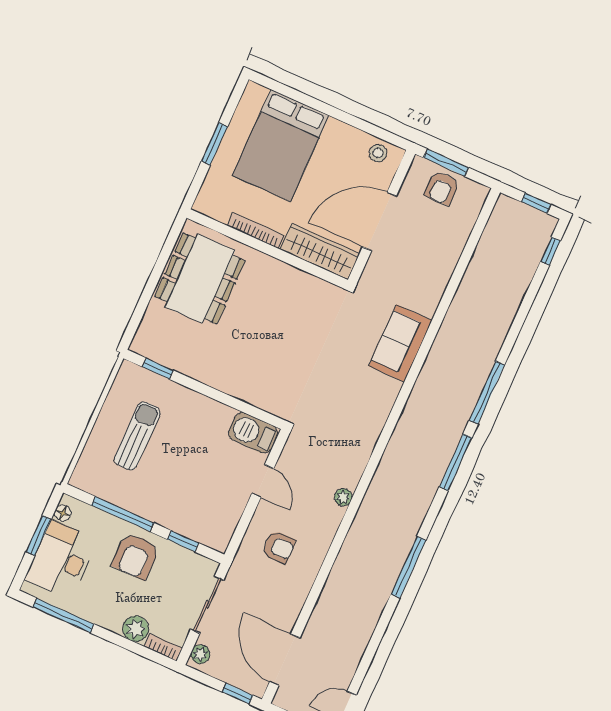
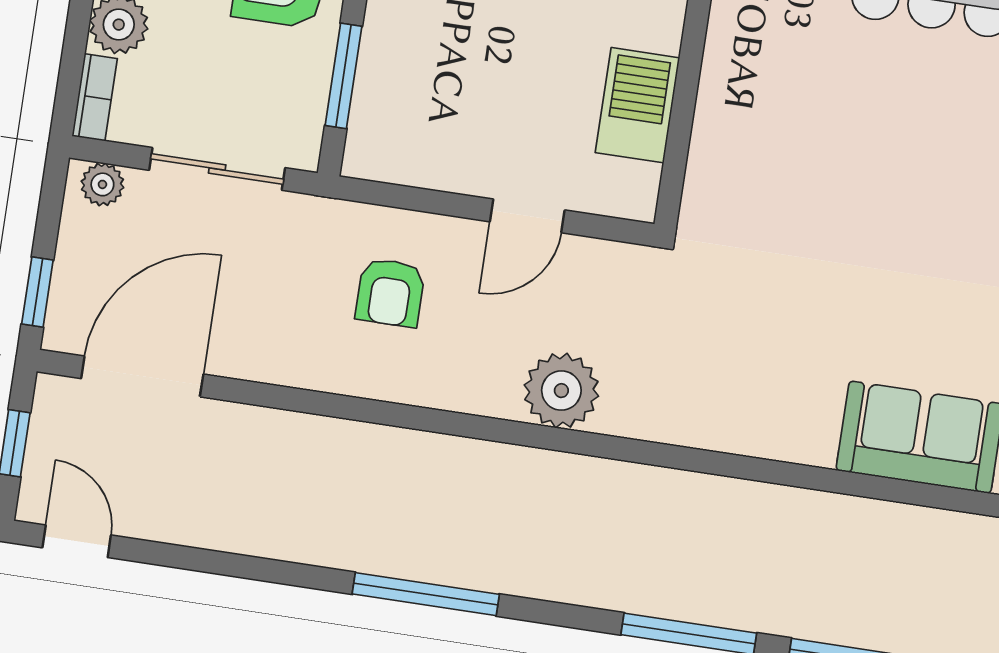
barbecue: (253, 433) -> (637, 105), moved
plant: (343, 497) -> (561, 391), width x1.88, depth x1.88
window: (183, 541) -> (343, 76), width x1.50

